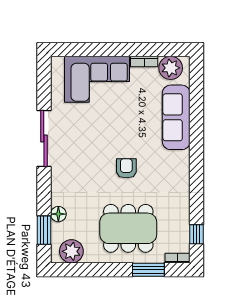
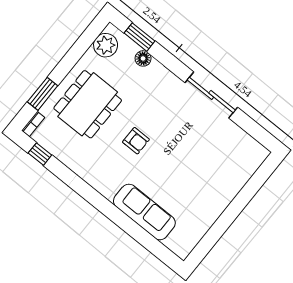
bookcase: (144, 62) -> (208, 222), removed
plant: (171, 68) -> (187, 239), removed
corner sofa: (97, 79) -> (224, 174), removed

